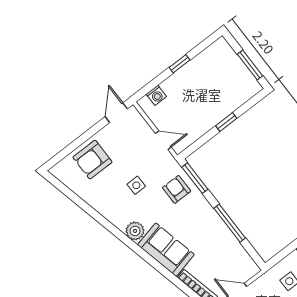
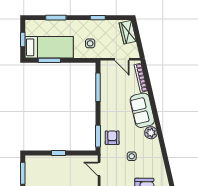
armchair: (177, 189) -> (112, 138), turned 180
window: (230, 223) -> (98, 87), moved

